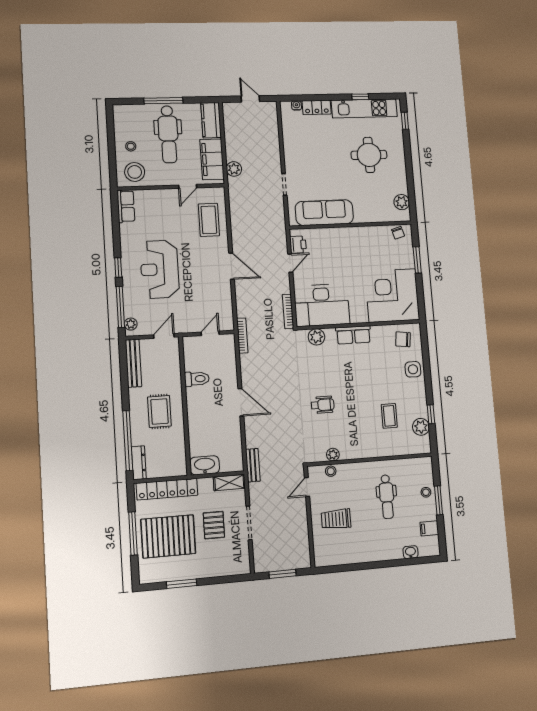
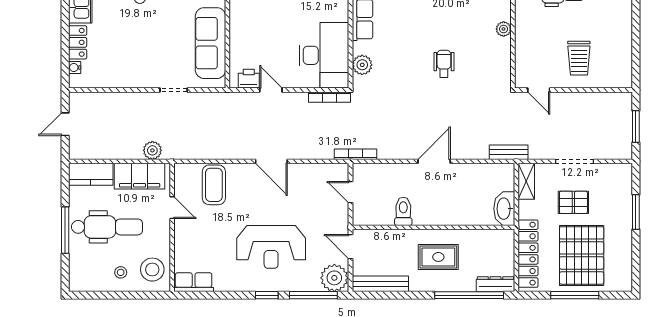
coffee table: (209, 220) -> (214, 185), turned 90
door: (232, 266) -> (271, 161), swing flipped
plant: (131, 324) -> (334, 278), width x1.88, depth x1.88
plant: (333, 455) -> (504, 29), moved
stool: (331, 471) -> (523, 60), removed
window: (182, 584) -> (636, 212), moved

